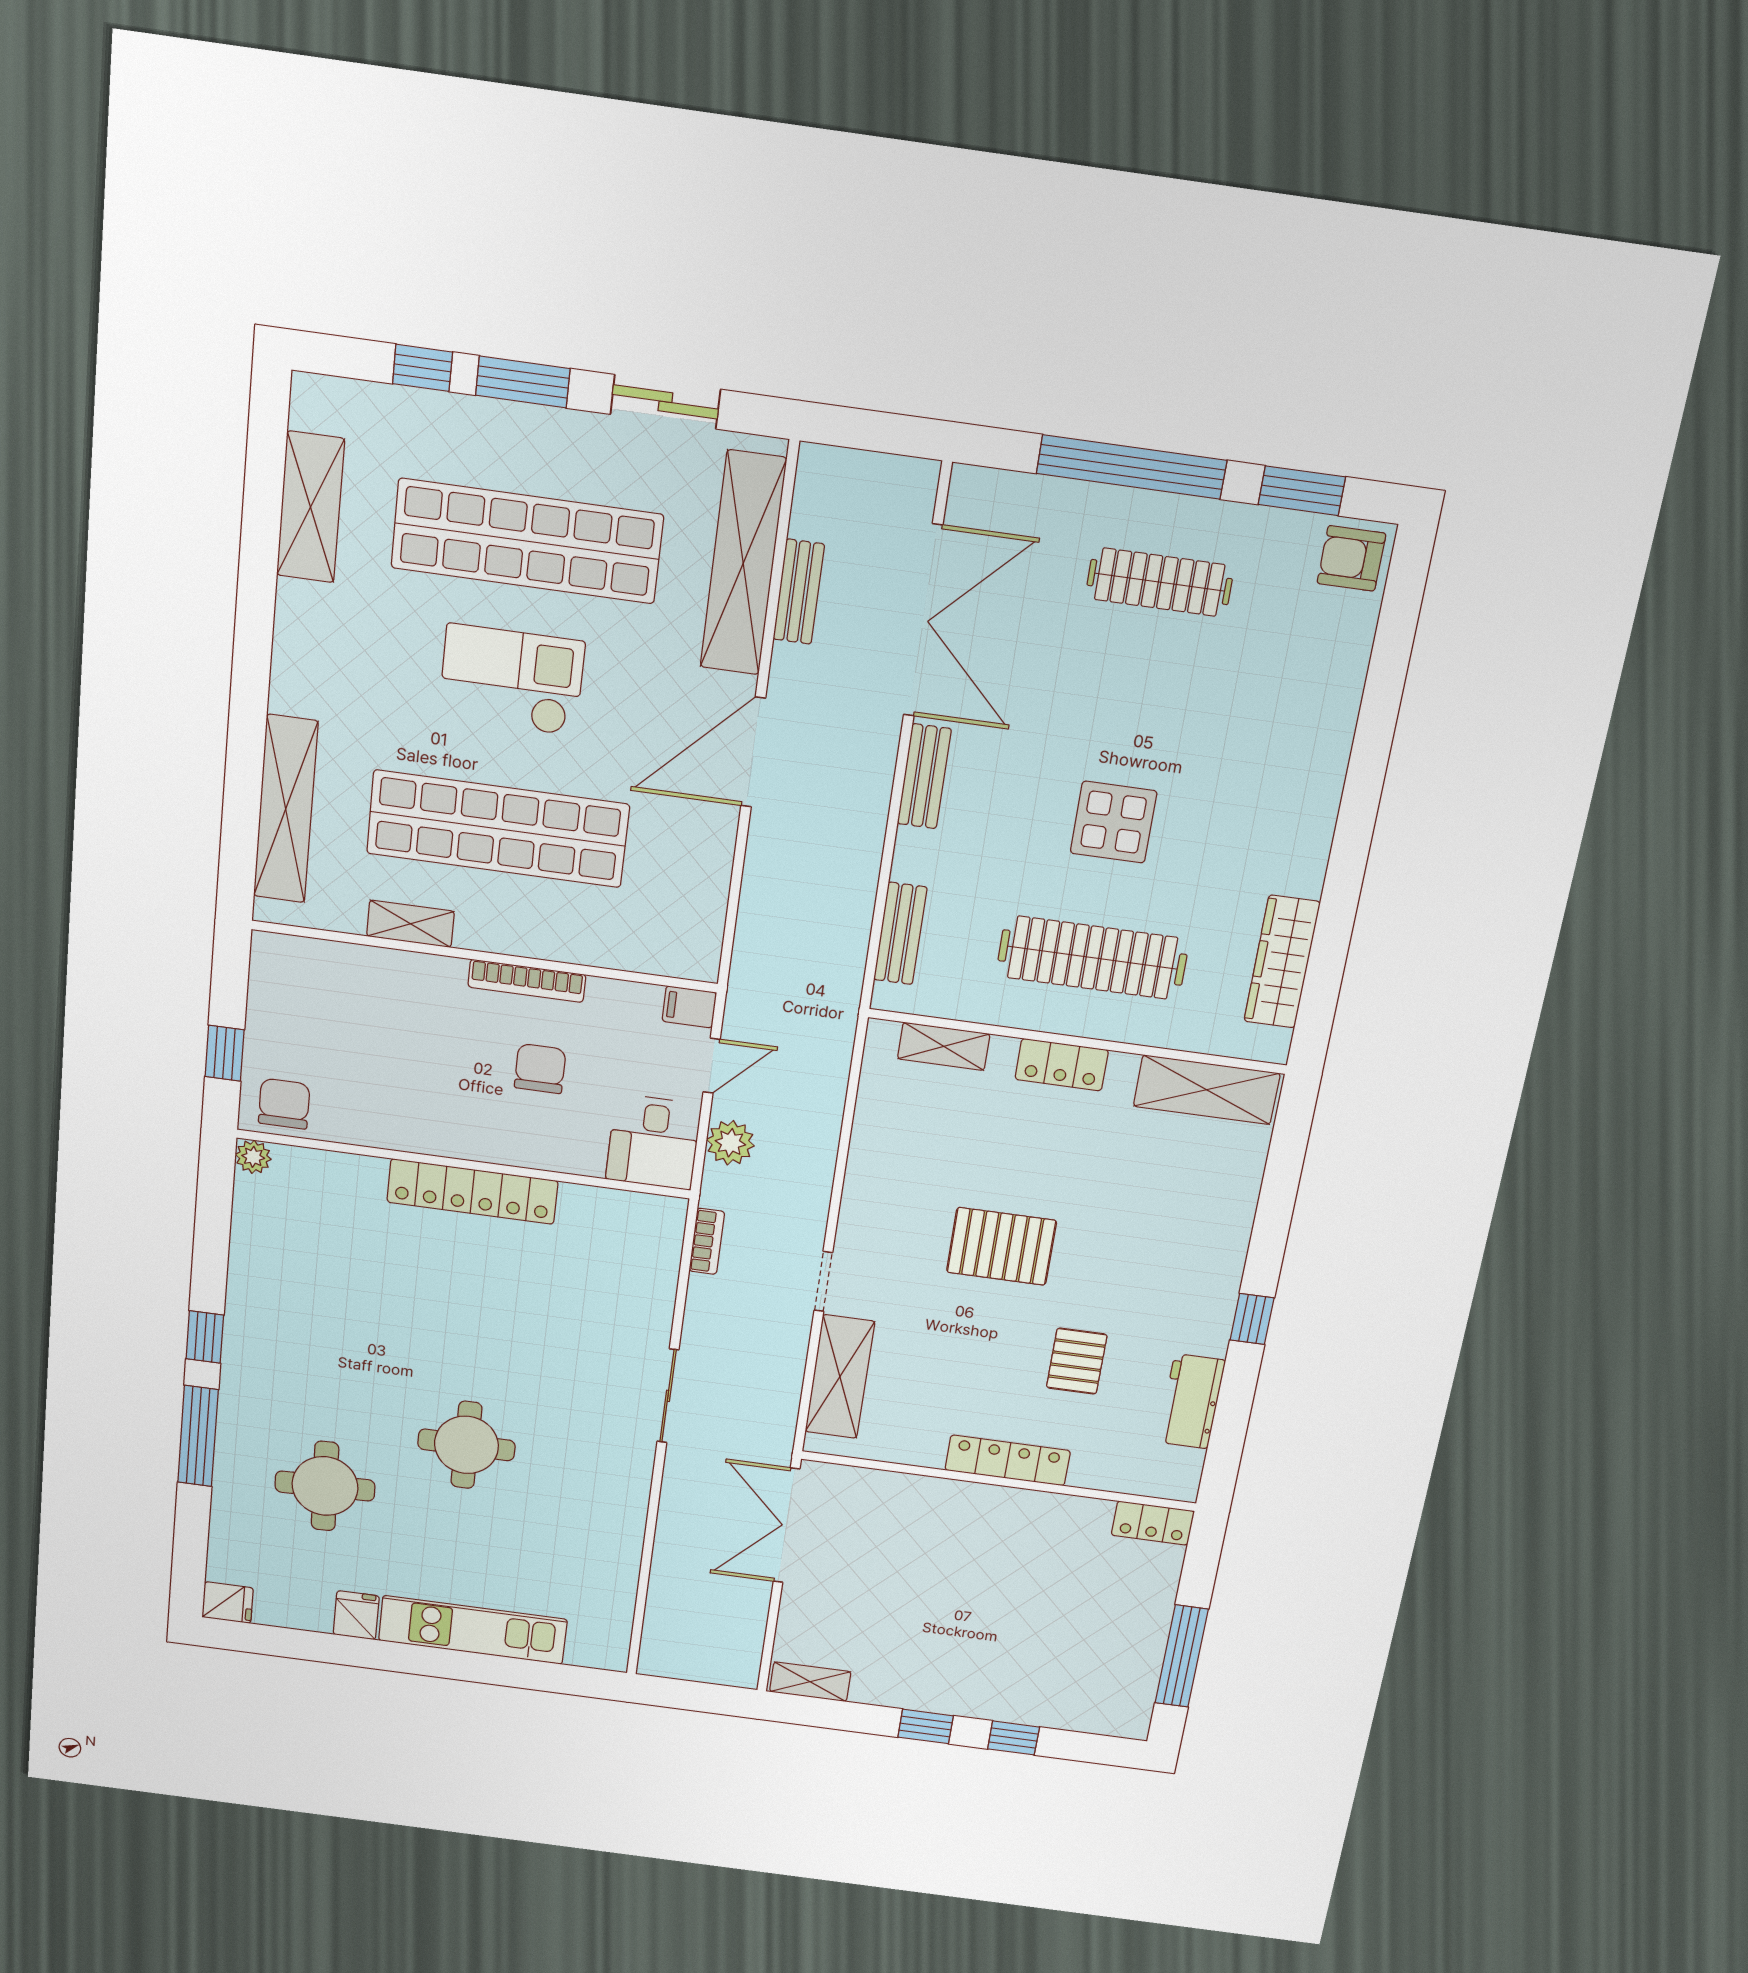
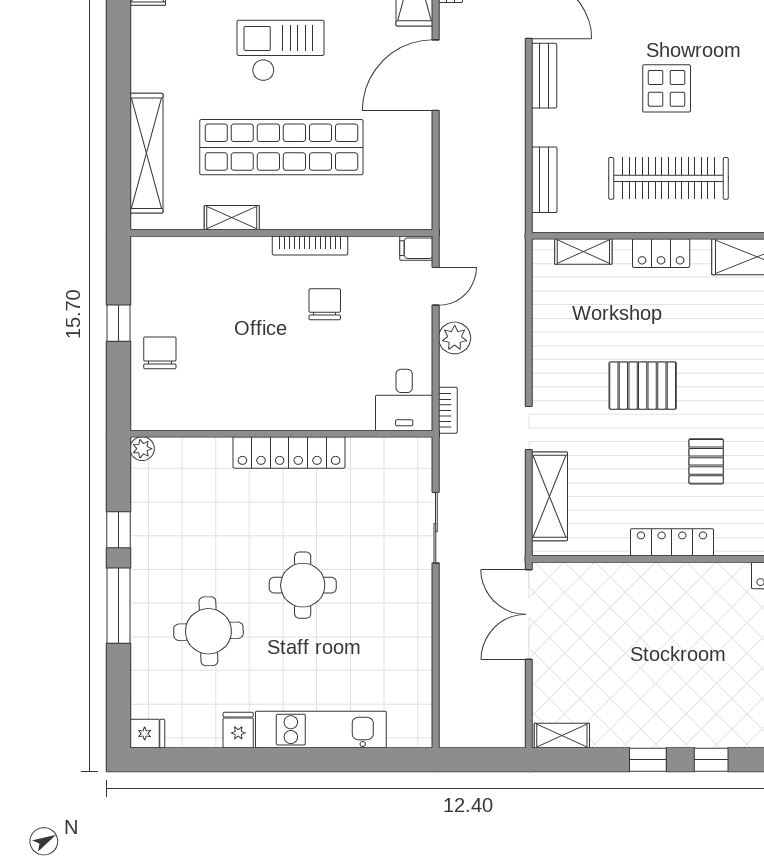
desk: (653, 1142) -> (404, 400), moved
plant: (253, 1157) -> (142, 449), moved
wall: (464, 1164) -> (281, 434), moved
locker: (472, 1192) -> (289, 452), moved

